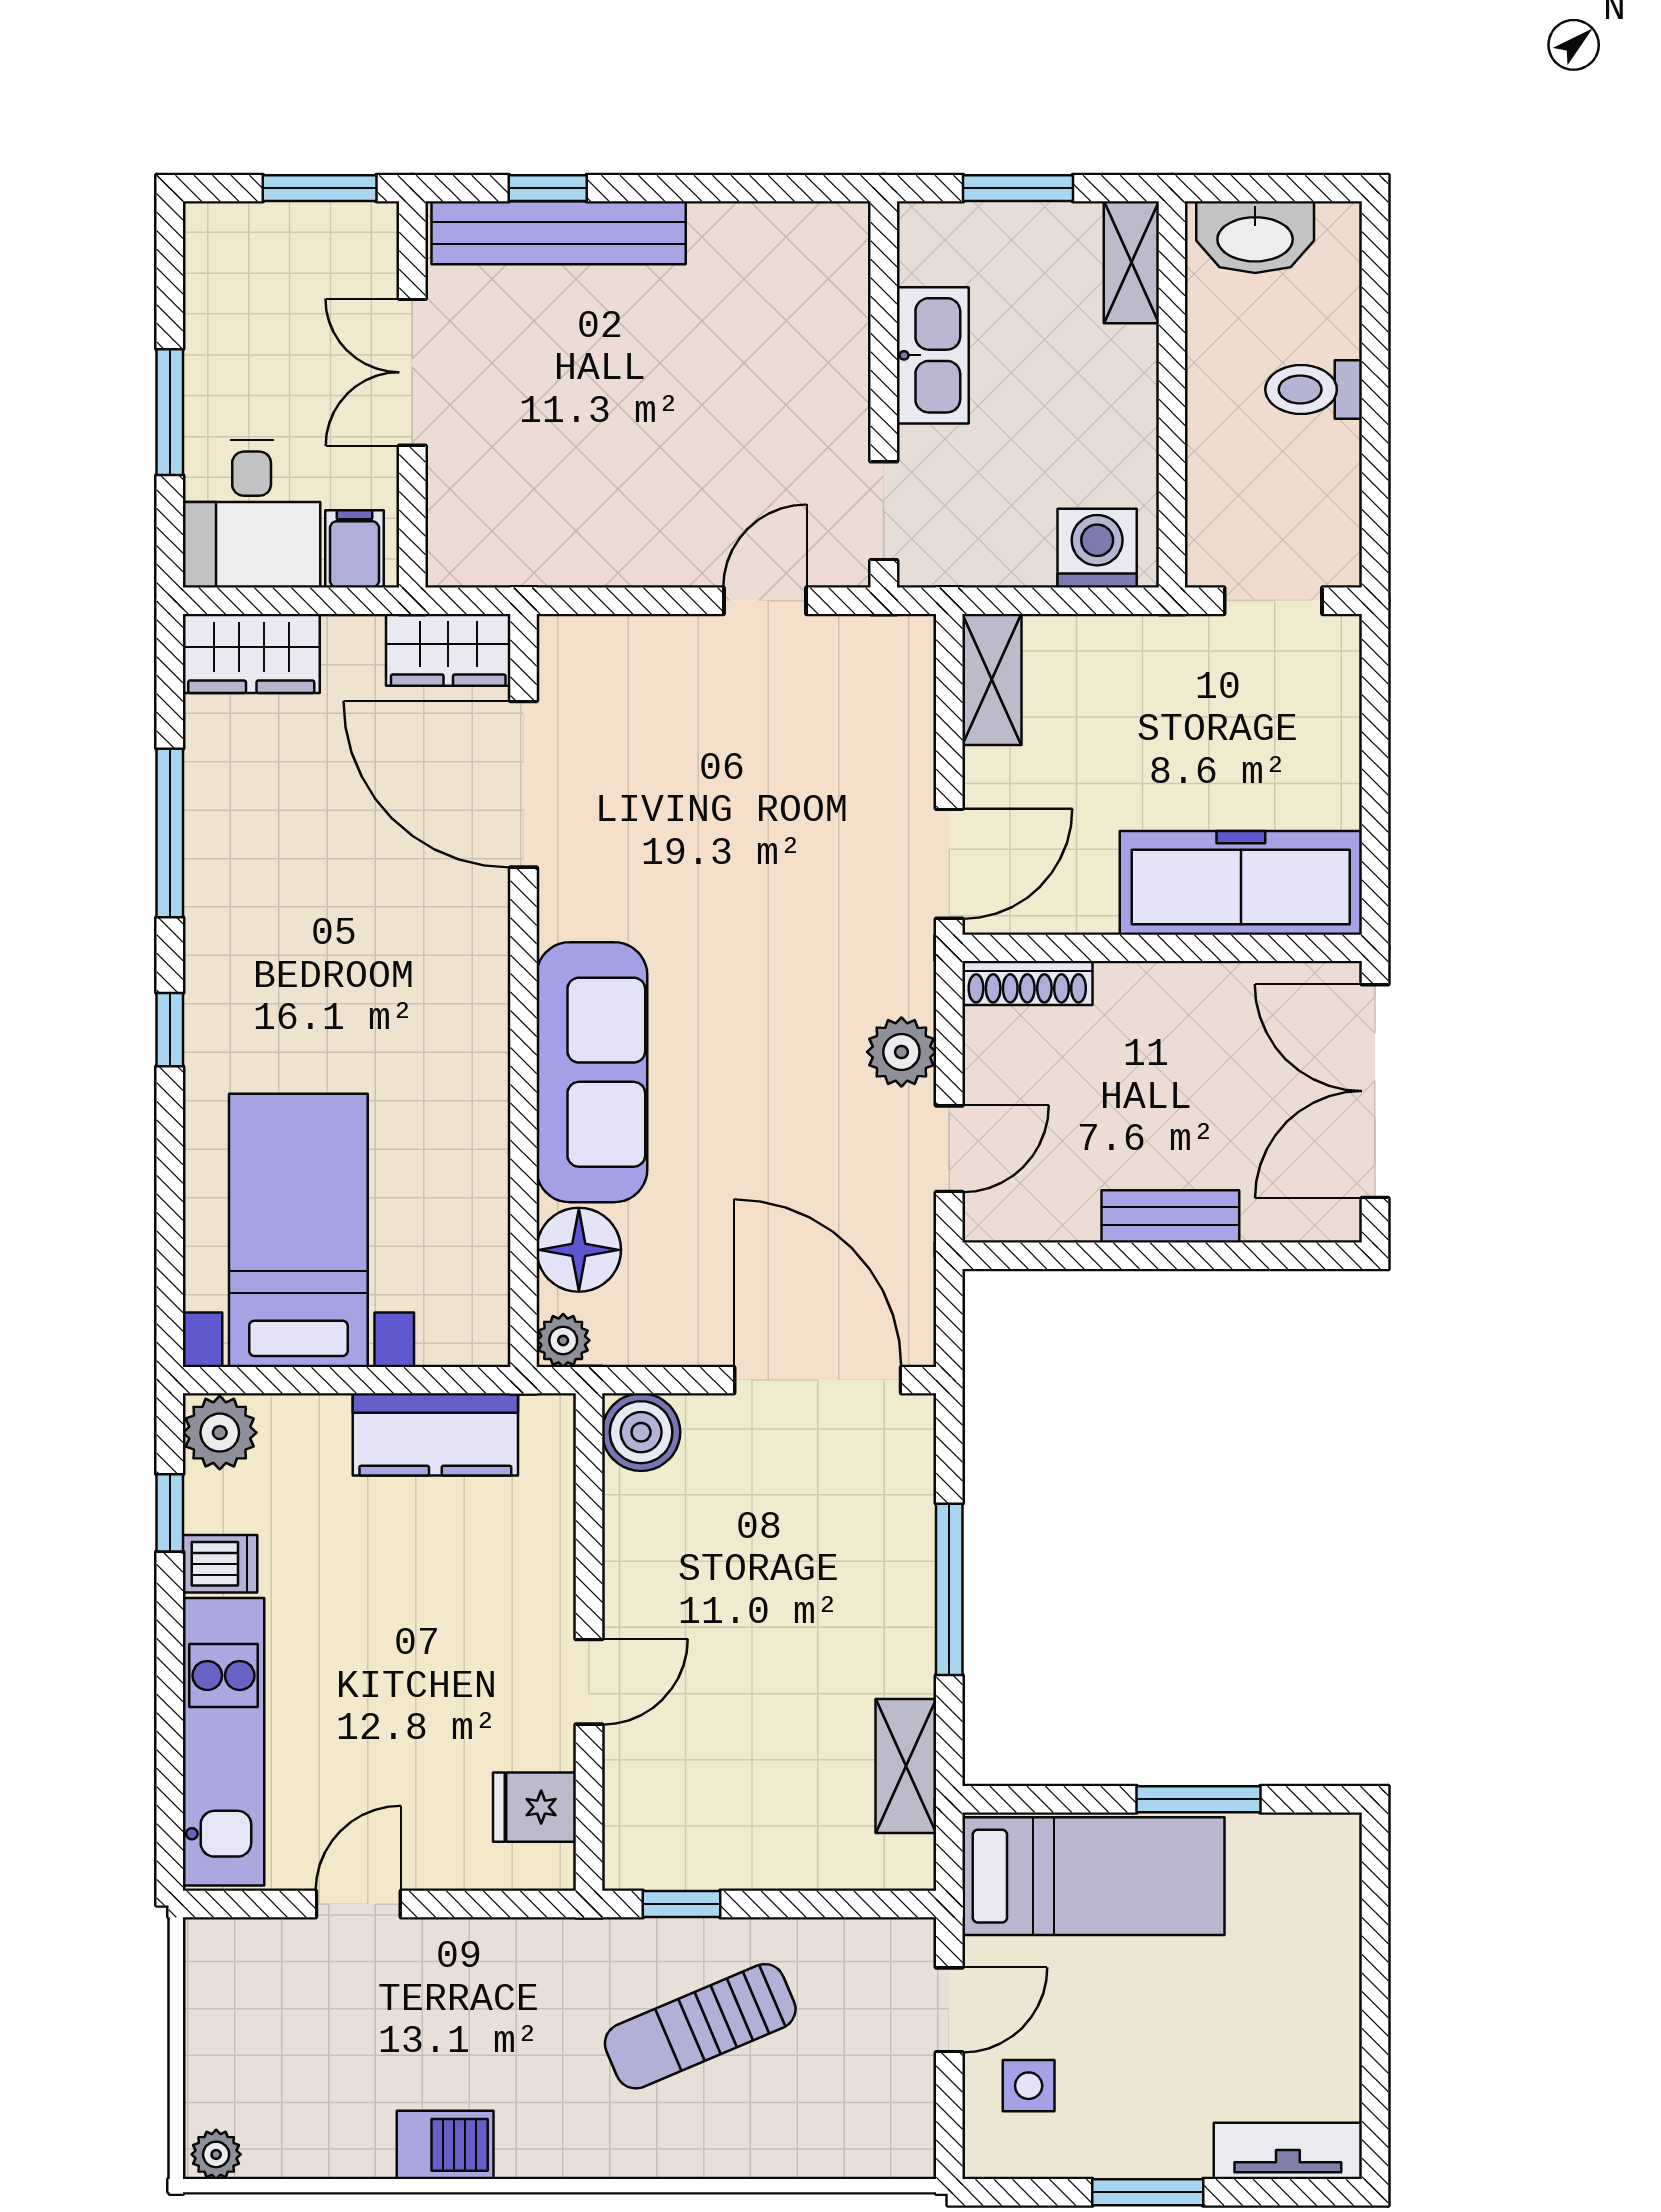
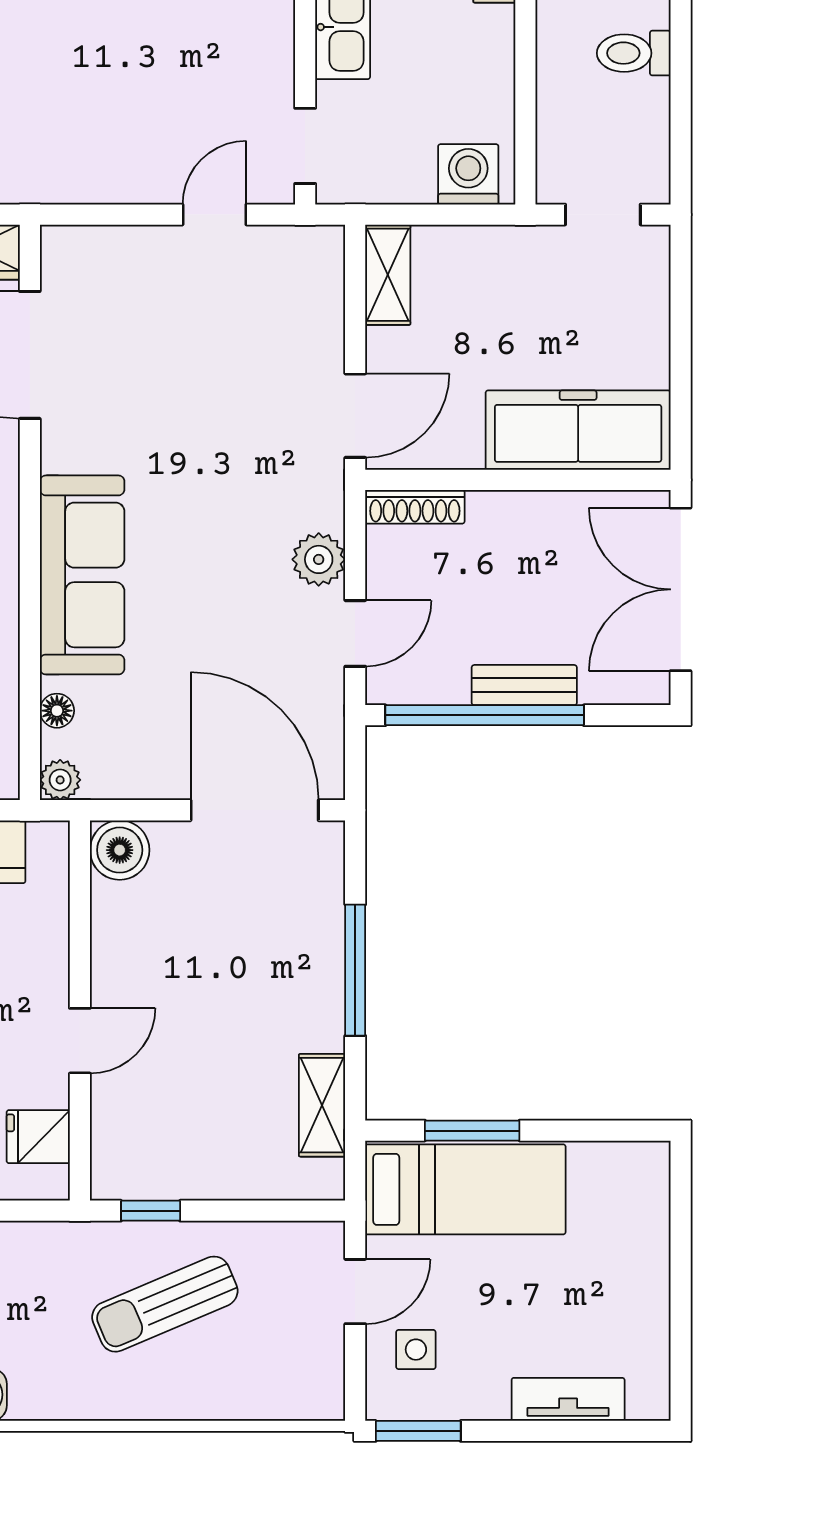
floor lamp: (579, 1250) -> (57, 711), width x0.53, depth x0.53
window: (1119, 1256) -> (485, 715), added
window: (1199, 1799) -> (472, 1131), moved
tv unit: (1288, 2151) -> (568, 1399), moved
window: (1148, 2192) -> (418, 1431), moved

